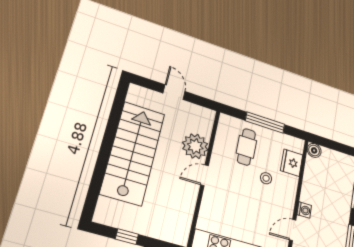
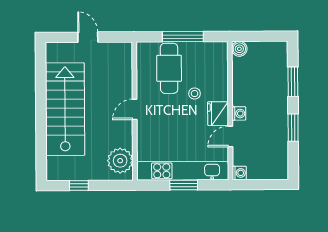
plant: (195, 146) -> (120, 161), moved
cafe table: (246, 147) -> (169, 68), width x1.37, depth x1.35
fridge: (292, 163) -> (218, 114), moved

